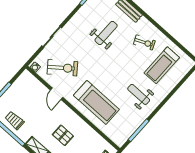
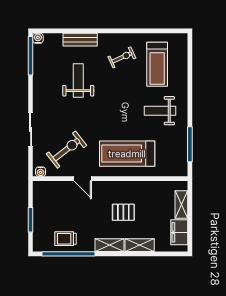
treadmill: (96, 102) -> (127, 154), turned 180

